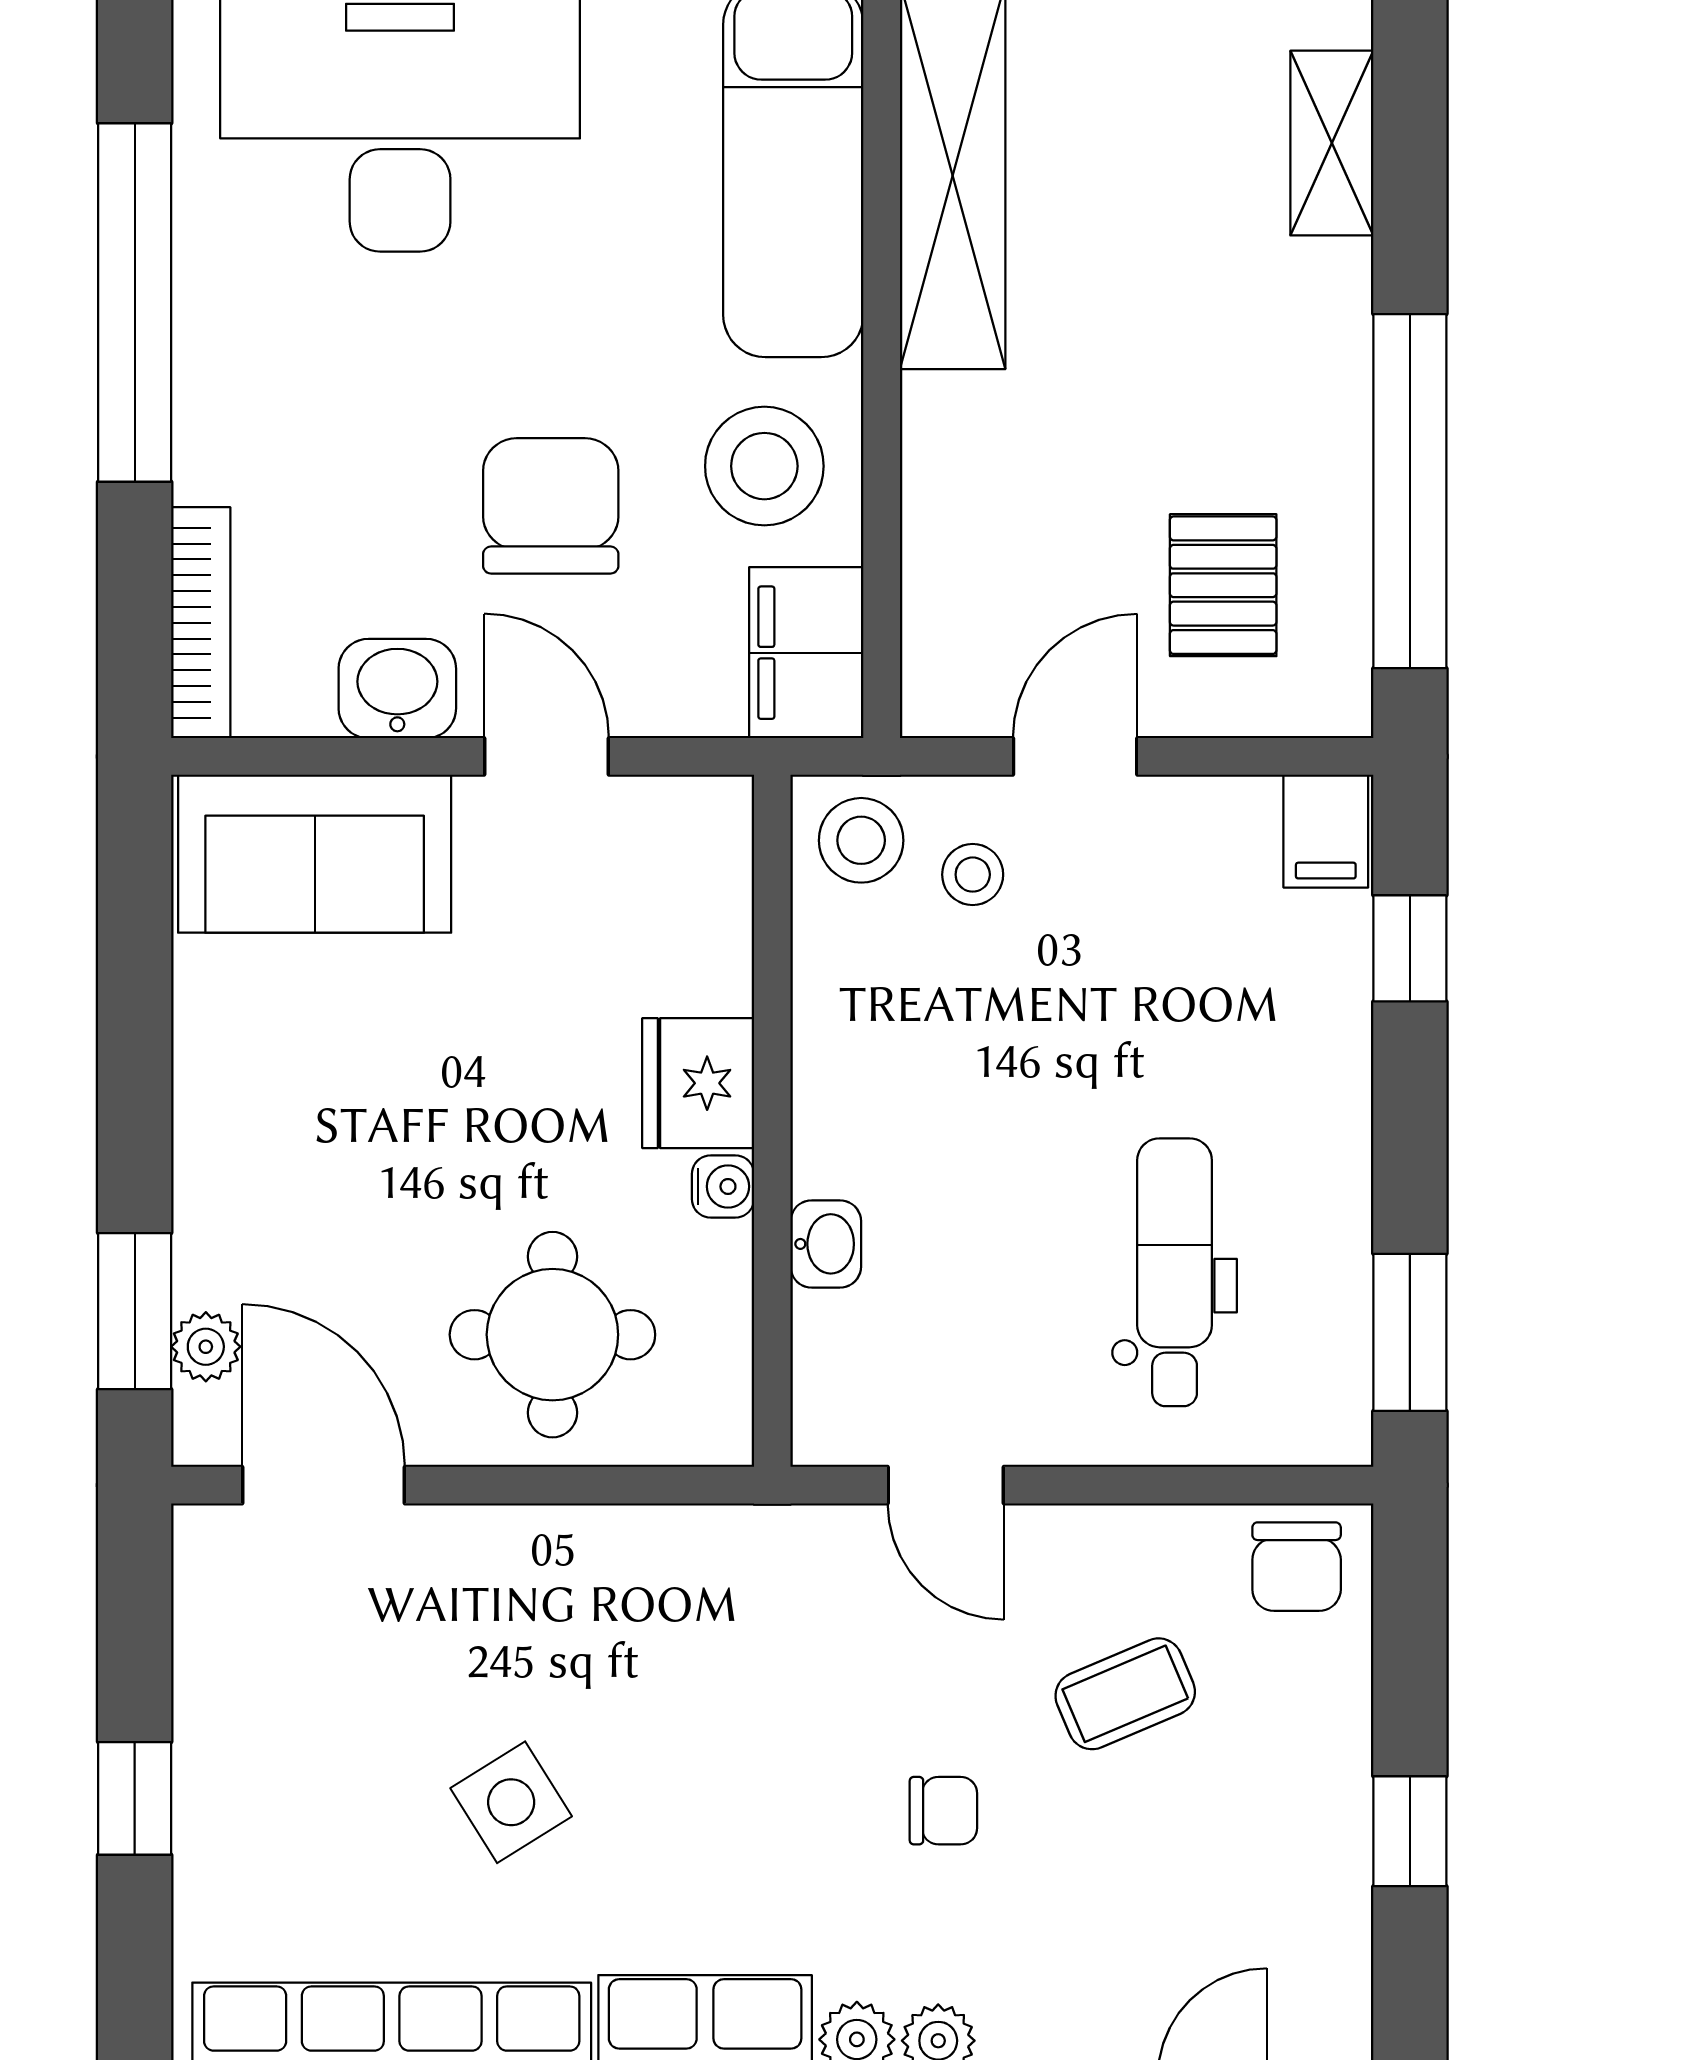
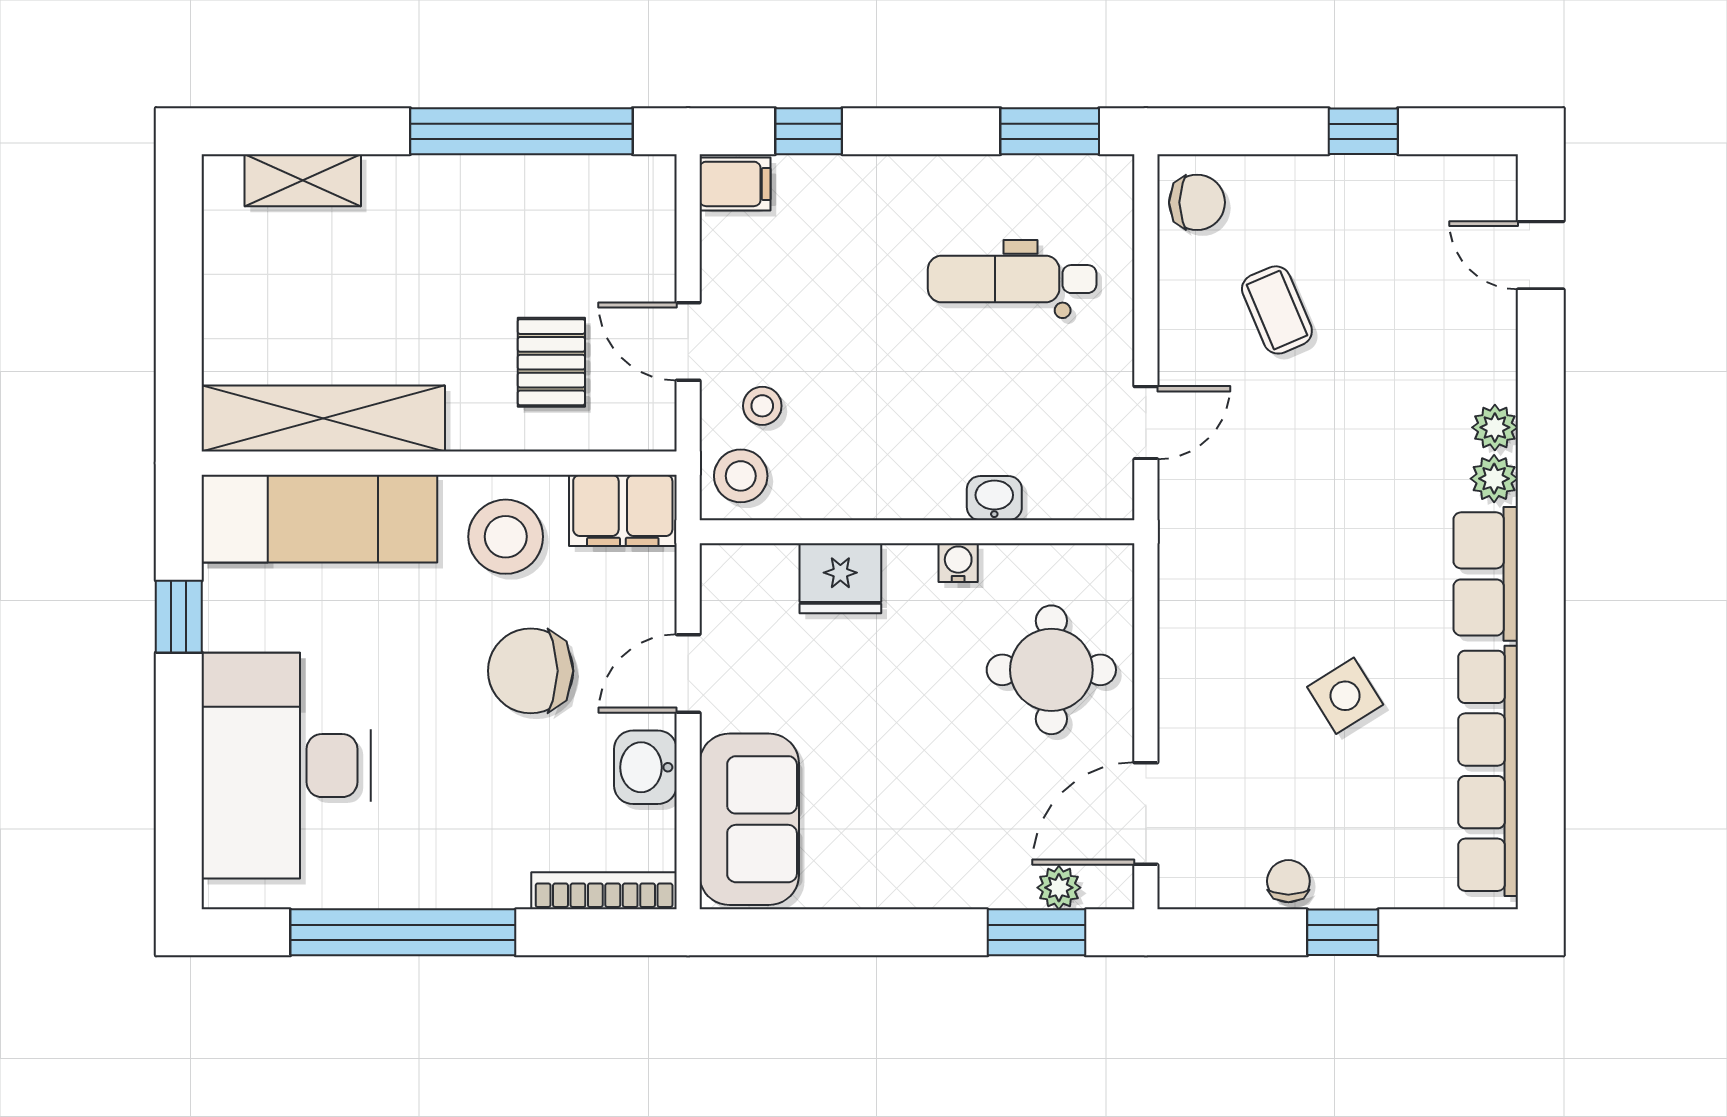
pallet: (1223, 585) -> (551, 362), moved, turned 90
fridge: (698, 1083) -> (840, 578), moved
chair: (943, 1811) -> (1288, 881), moved

